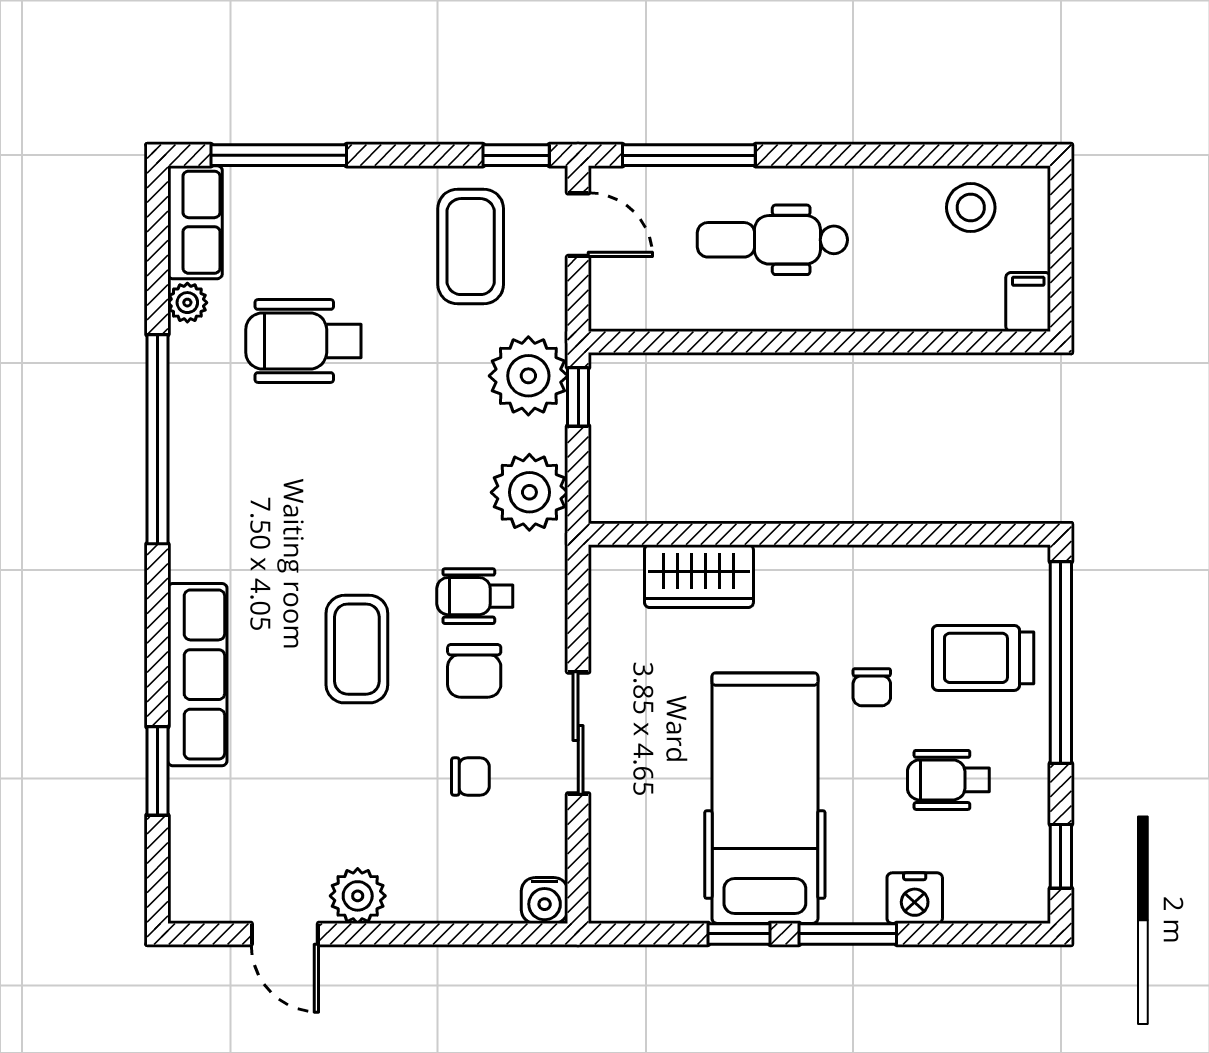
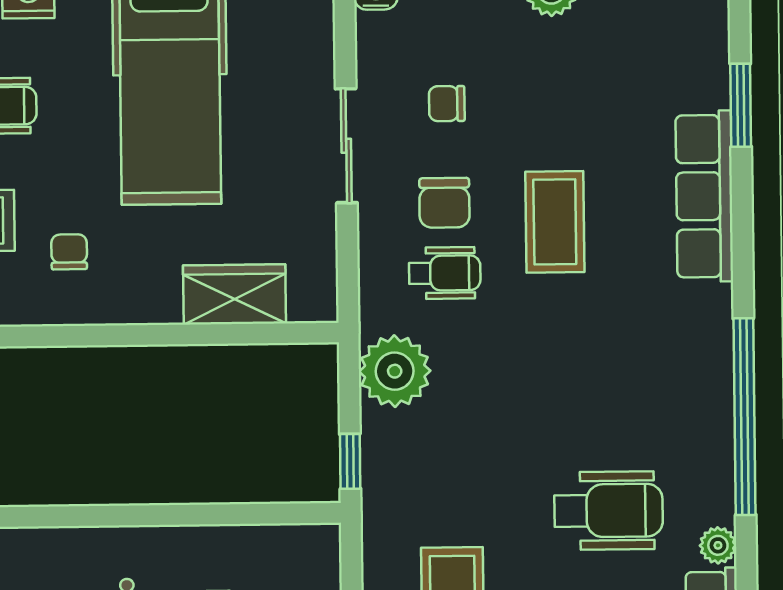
plant: (528, 376) -> (397, 480), removed
chair: (474, 671) -> (444, 203), turned 180
chair: (872, 687) -> (69, 252), moved

